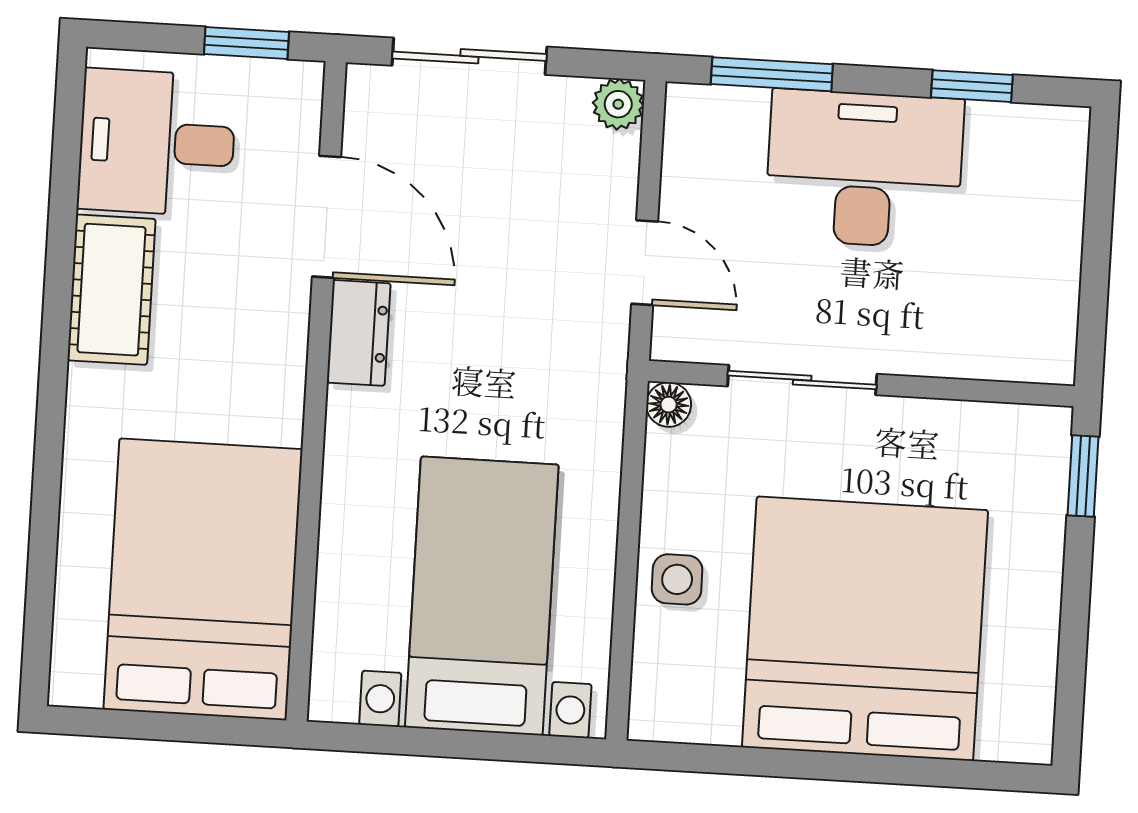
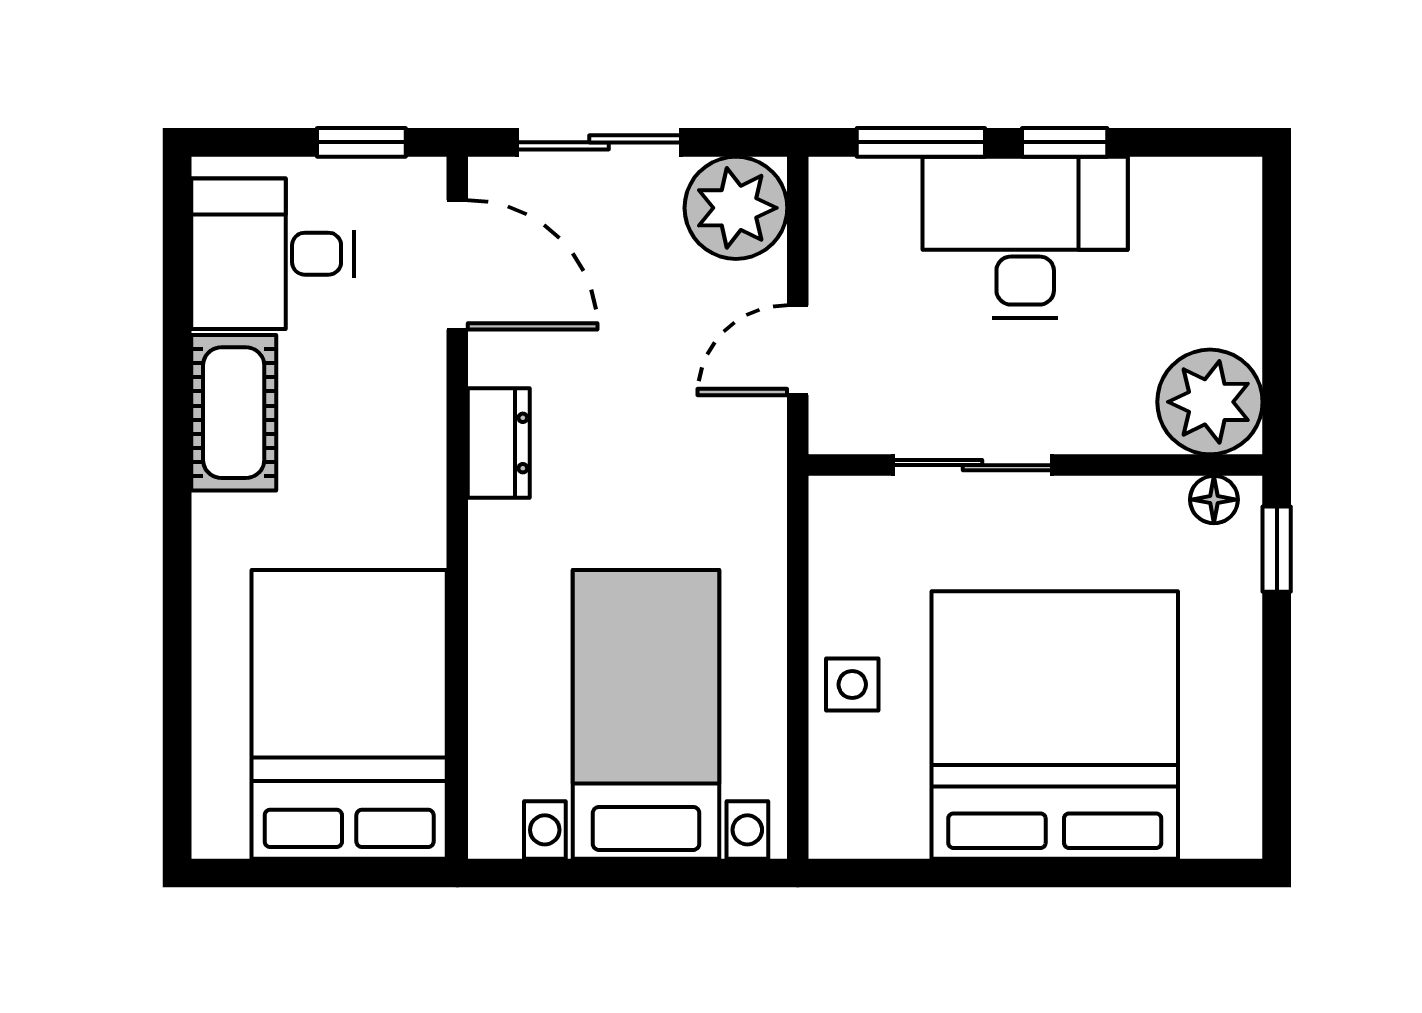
window: (972, 86) -> (1065, 142), moved
plant: (618, 104) -> (736, 208), width x1.87, depth x1.87
door: (326, 217) -> (457, 265), moved
door: (645, 263) -> (798, 350), swing flipped
plant: (1029, 334) -> (1210, 402), added
floor lamp: (669, 405) -> (1214, 500), moved

